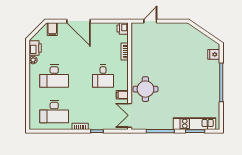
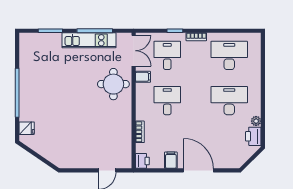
filing cabinet: (52, 29) -> (171, 160), moved
desk: (103, 112) -> (167, 55), added
kitchen unit: (194, 124) -> (89, 40), moved

